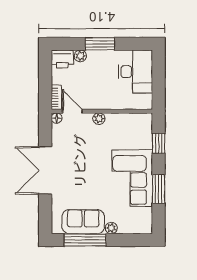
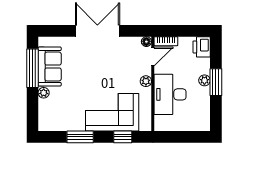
plant: (80, 56) -> (204, 80), moved
desk: (135, 72) -> (170, 94), moved, turned 90
corner sofa: (132, 178) -> (112, 112), moved

